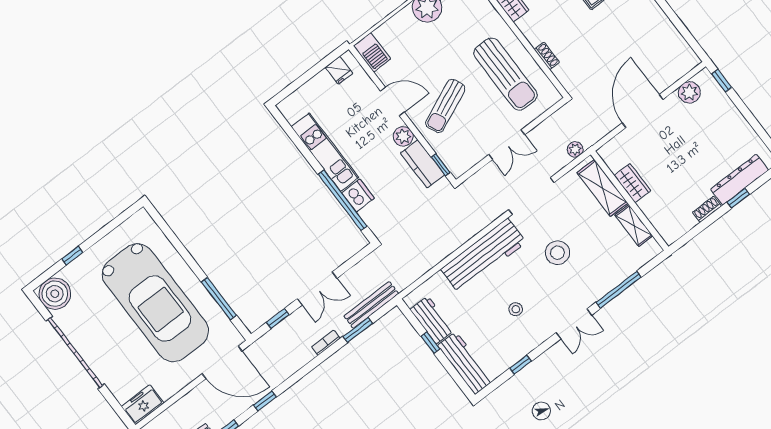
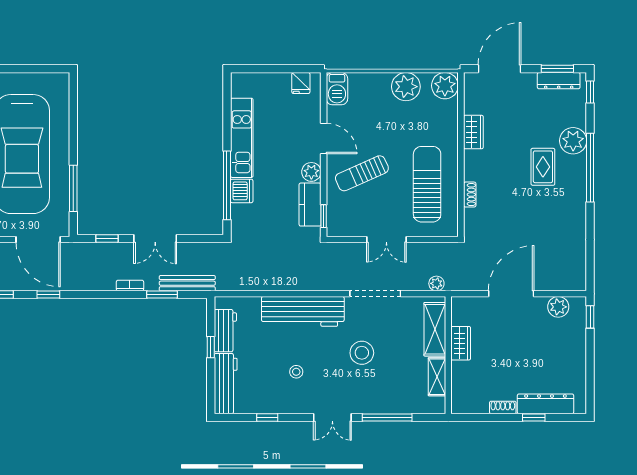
sun lounger: (505, 74) -> (427, 184), turned 180

